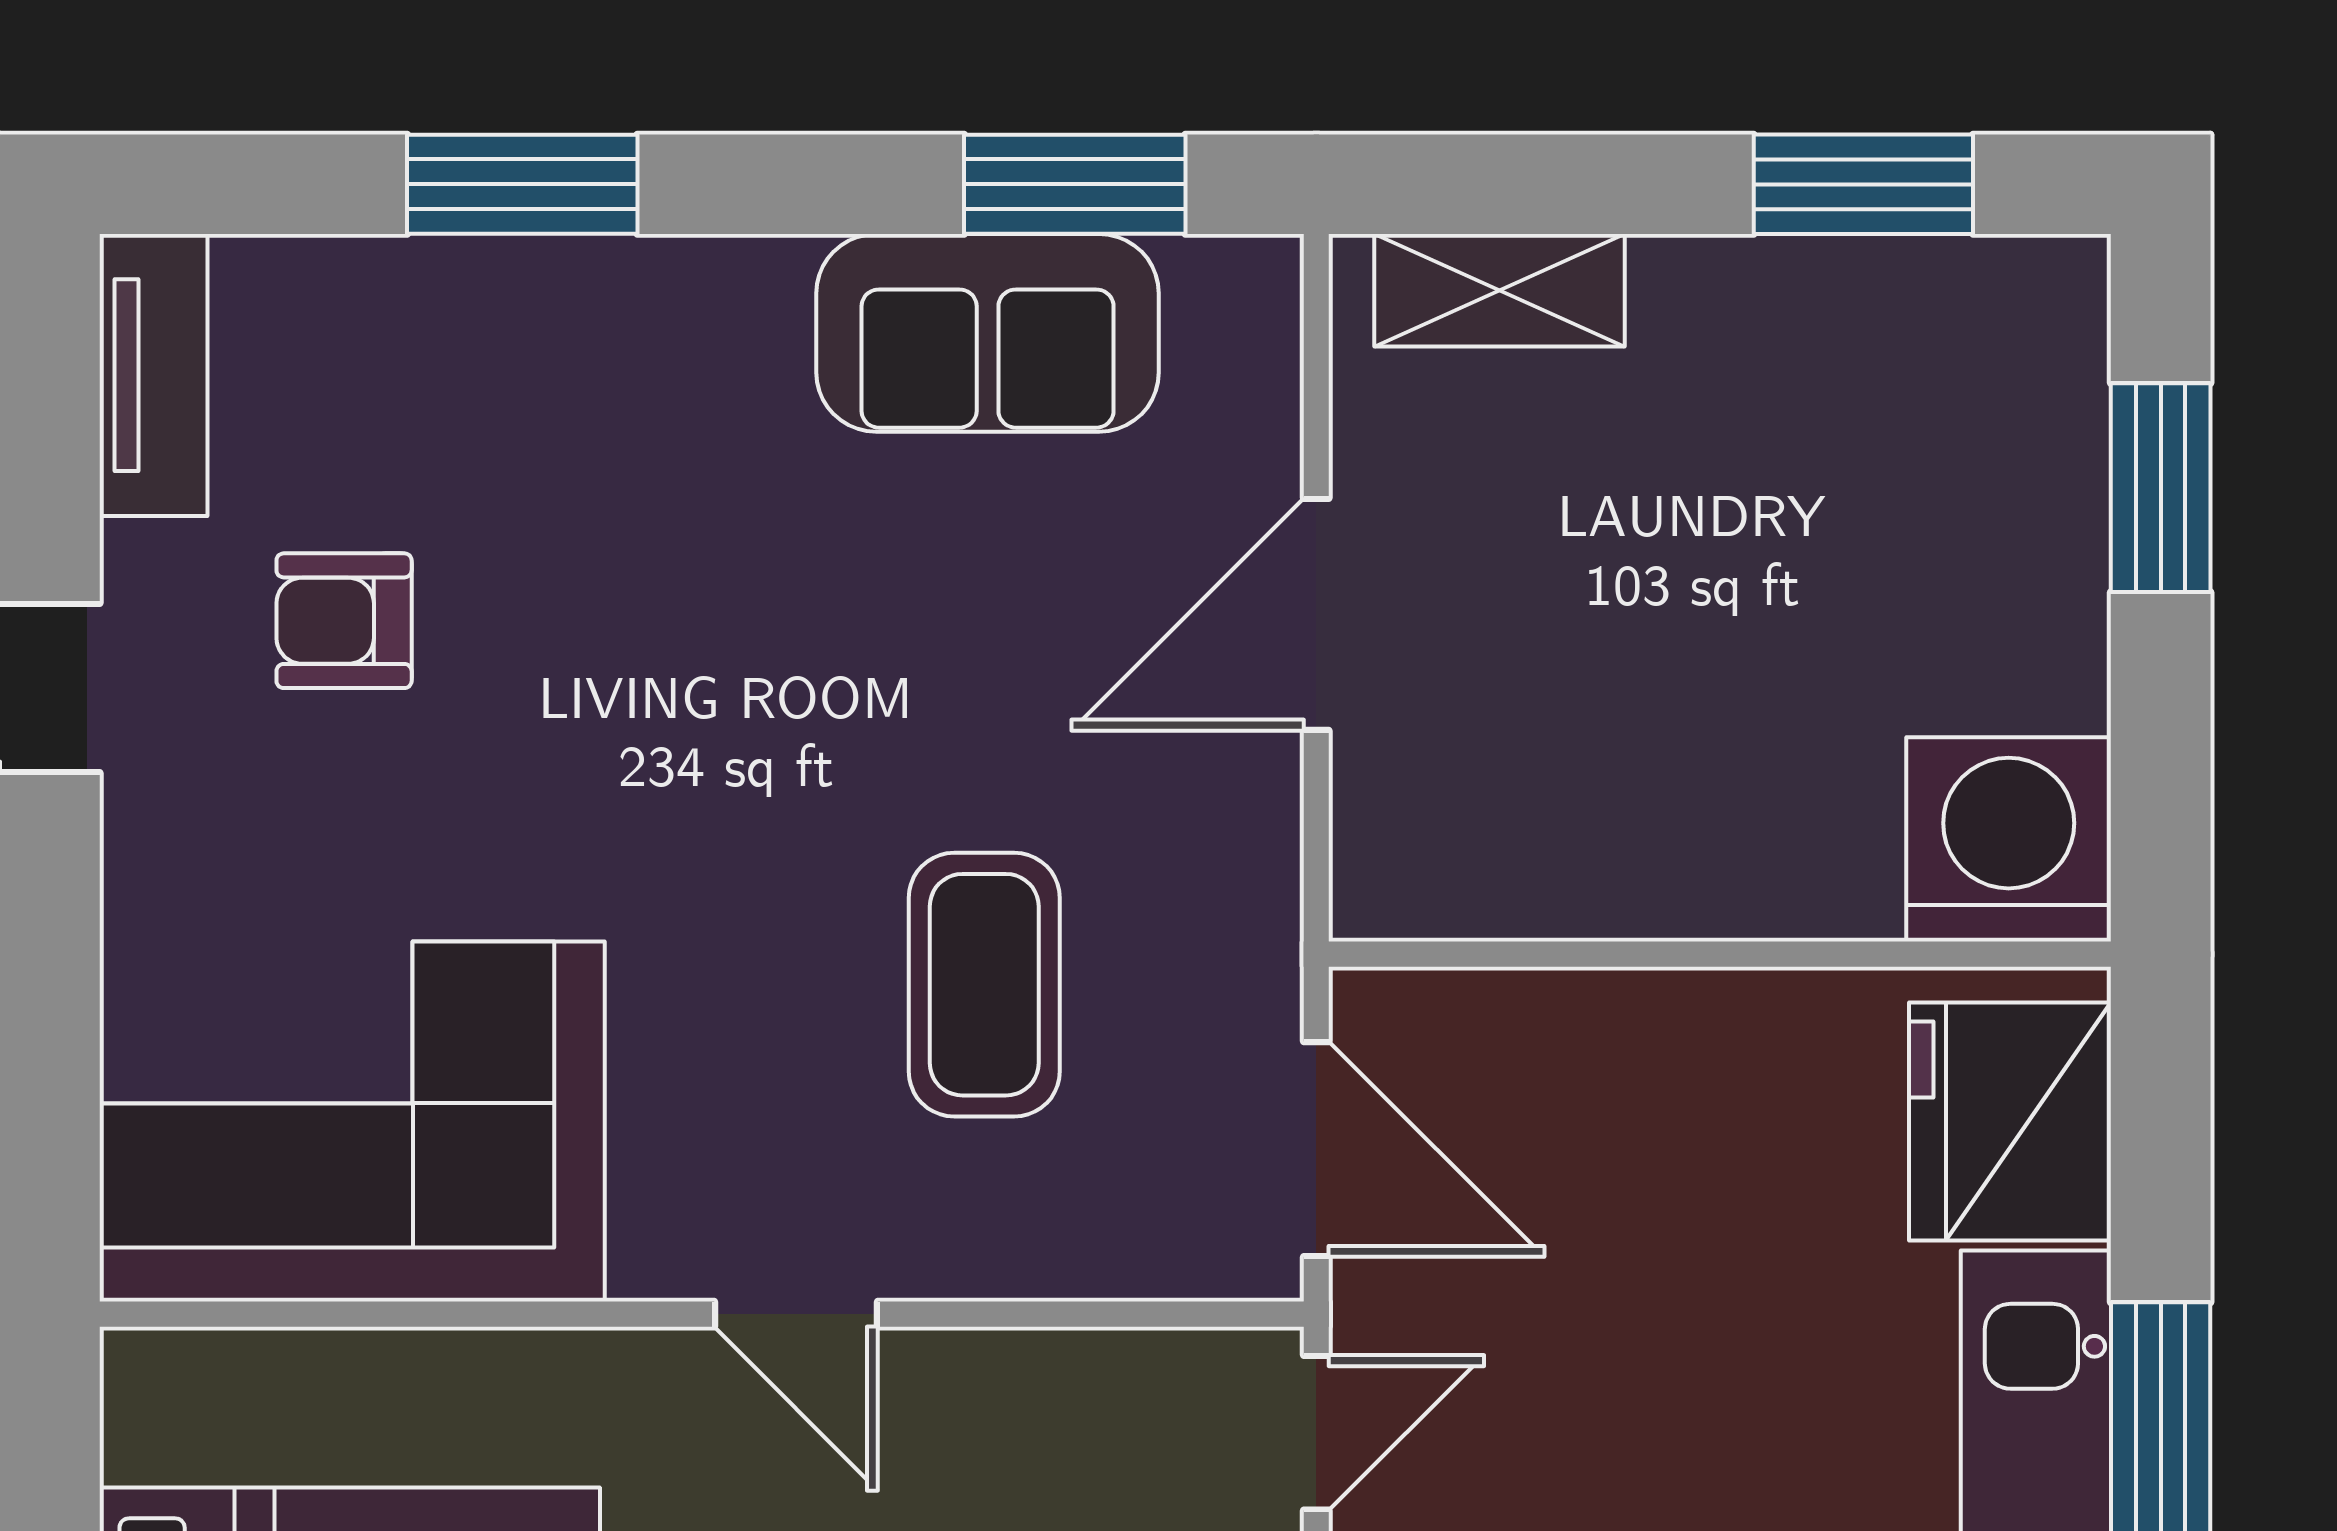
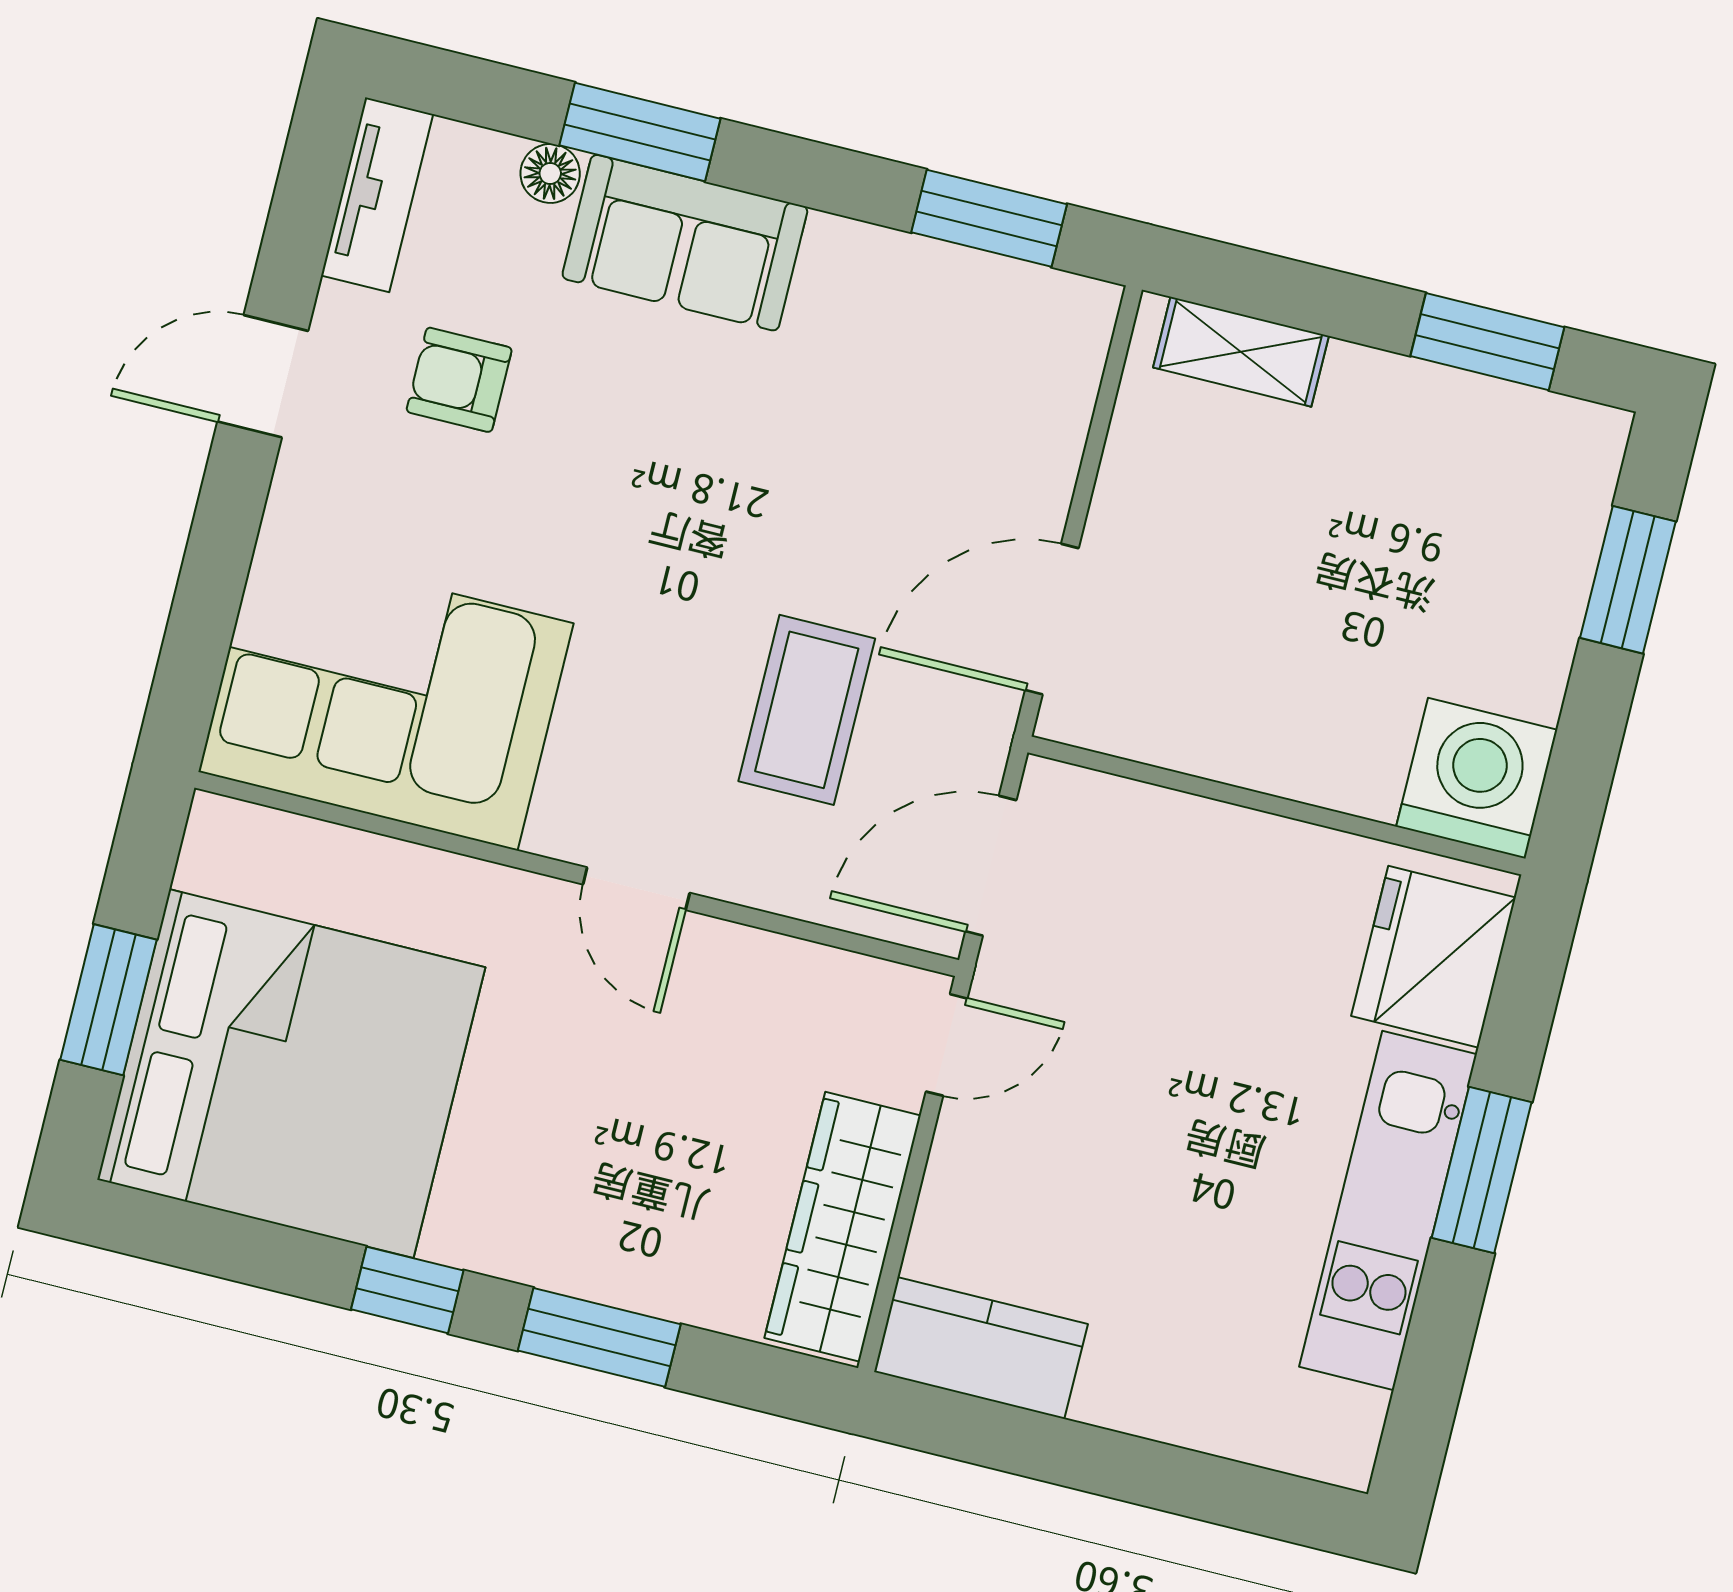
floor lamp: (404, 279) -> (550, 173), added
sofa: (988, 333) -> (685, 243), moved
door: (1316, 614) -> (1052, 619), moved
door: (1316, 1149) -> (991, 866), swing flipped

